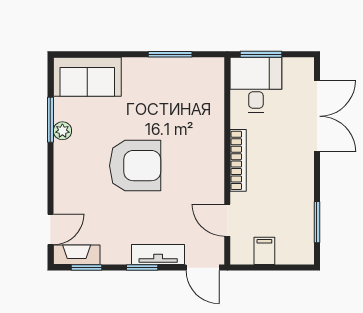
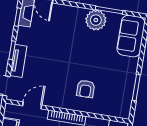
plant: (62, 131) -> (96, 20), width x1.88, depth x1.88
armchair: (135, 166) -> (86, 89), moved, width x0.53, depth x0.53

